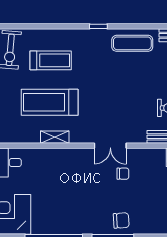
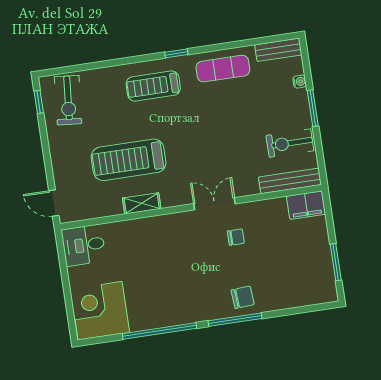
treadmill: (51, 60) -> (153, 86), moved, turned 180
double door: (110, 146) -> (214, 204), swing flipped

